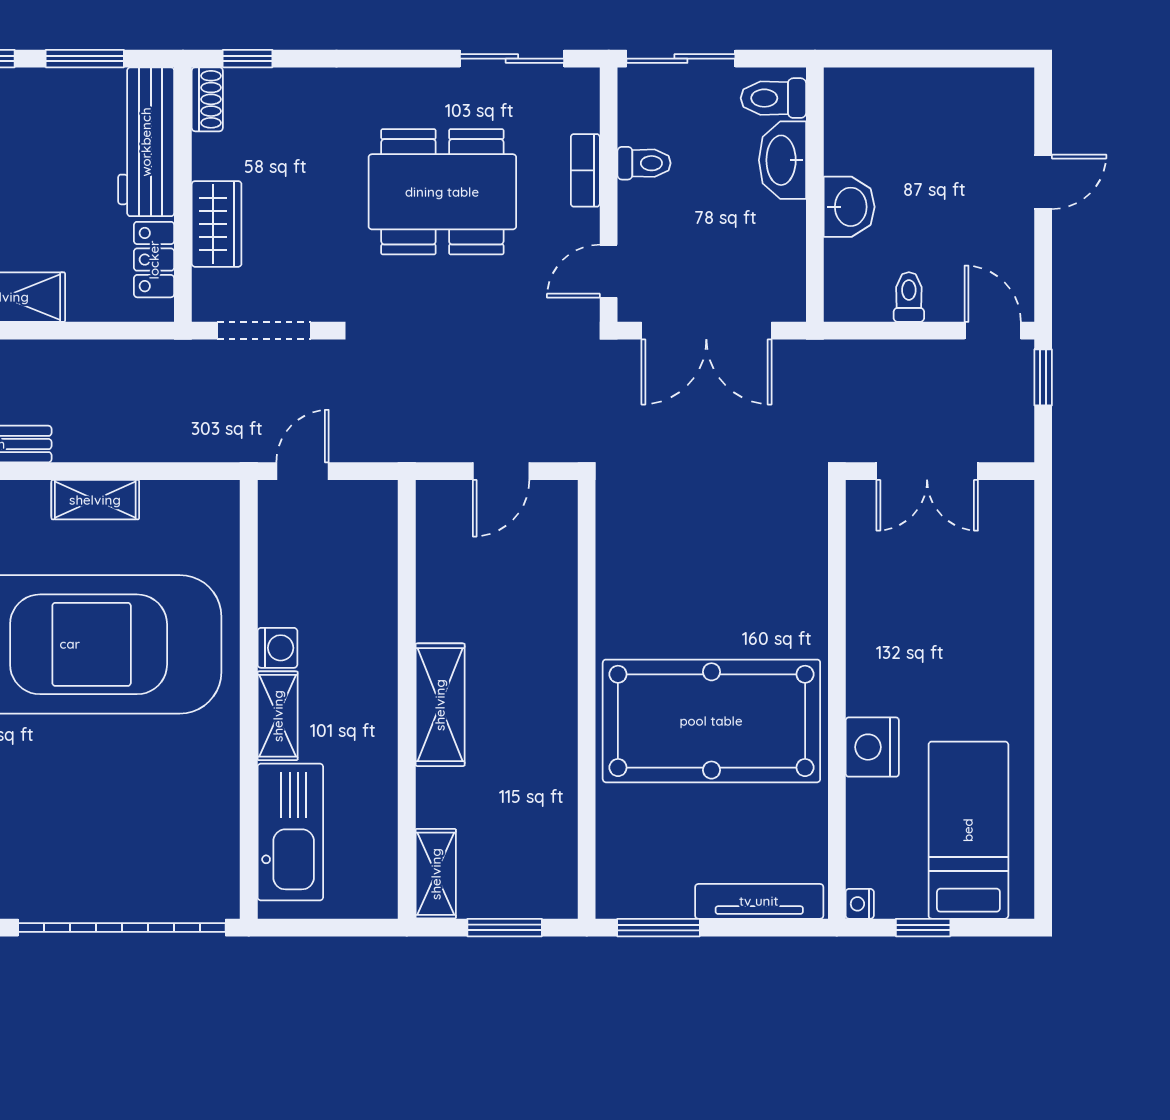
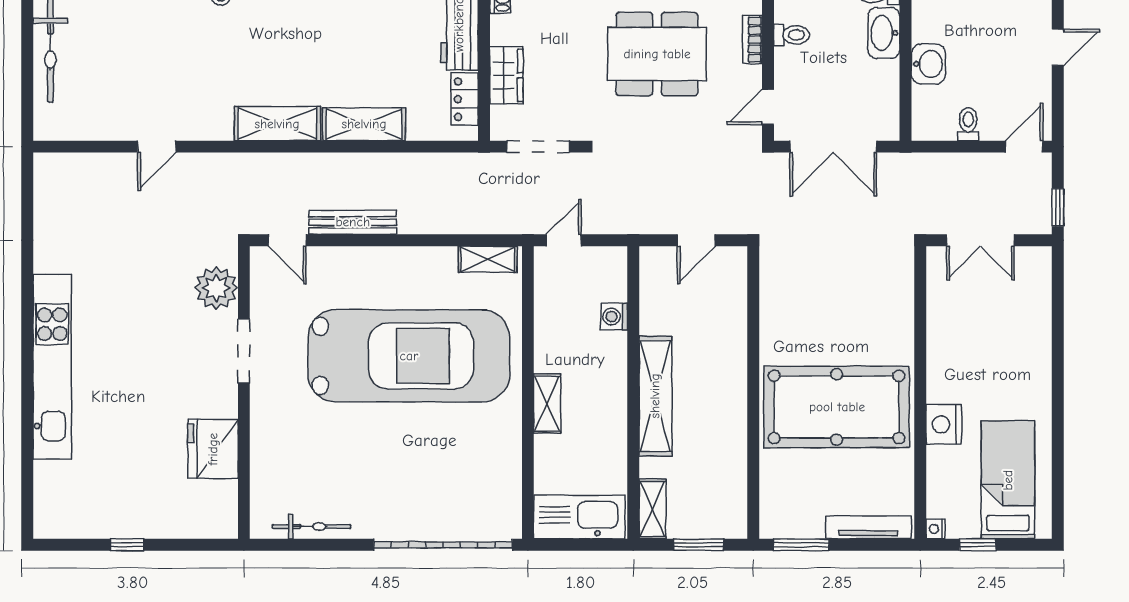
door: (993, 331) -> (1024, 147), hinge flipped
window: (1043, 377) -> (1058, 207), moved
shelving: (95, 500) -> (488, 259), moved
washing machine: (277, 648) -> (614, 317), moved, turned 180
shelving: (440, 705) -> (655, 396), width x1.47
kitchen sink: (290, 832) -> (579, 517), moved, turned -90

